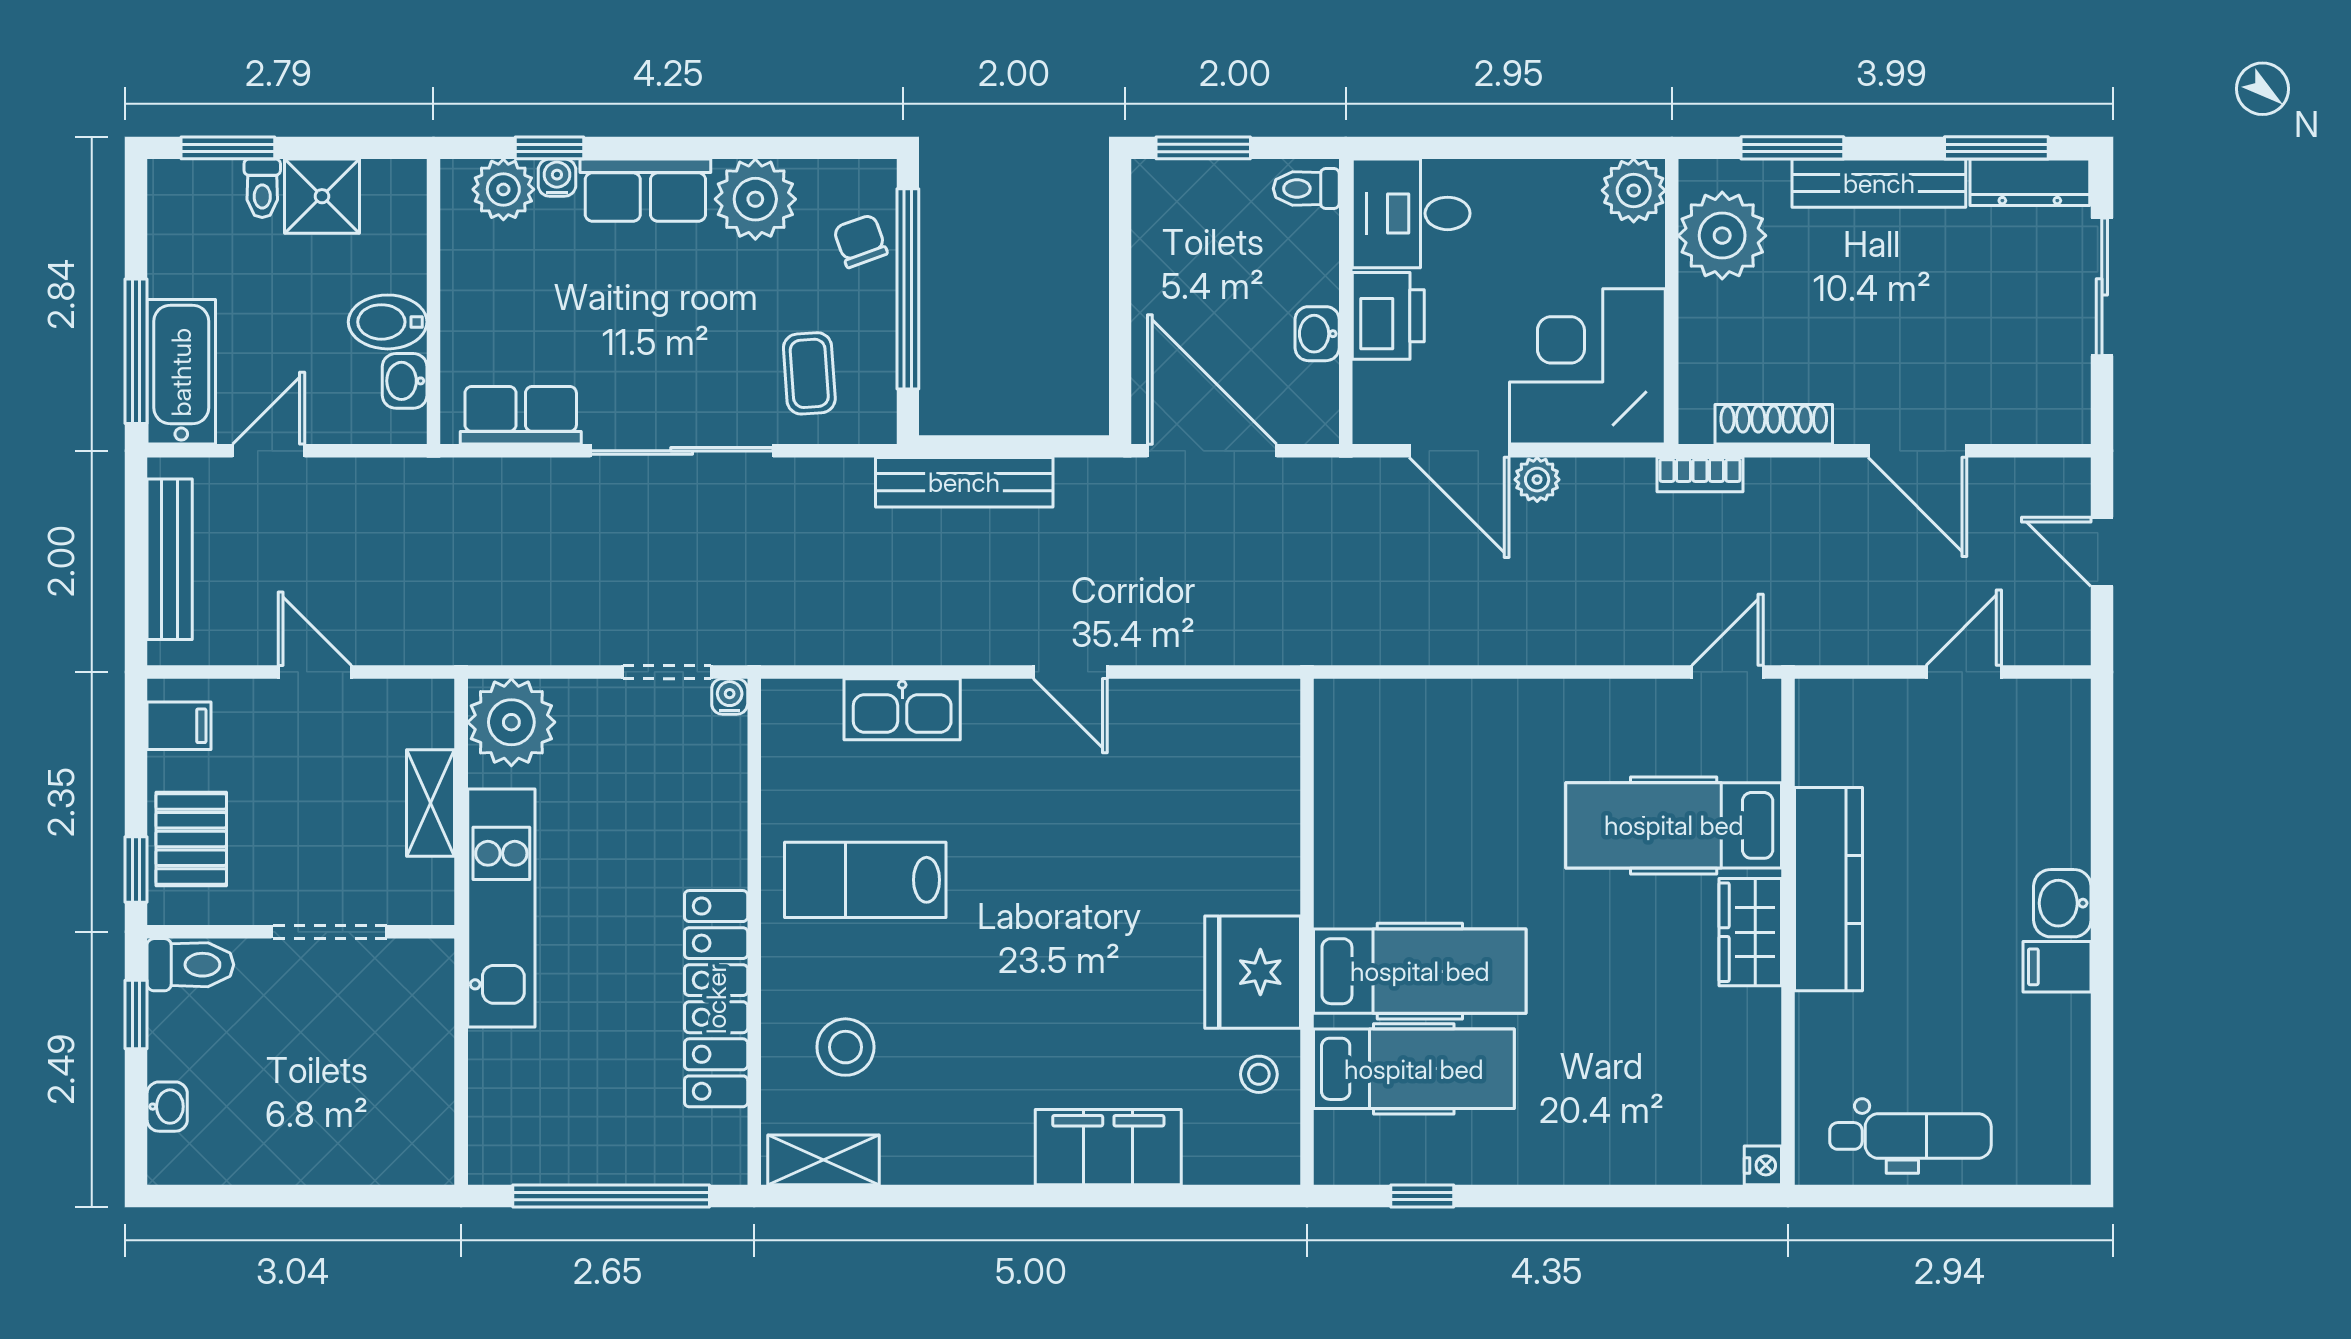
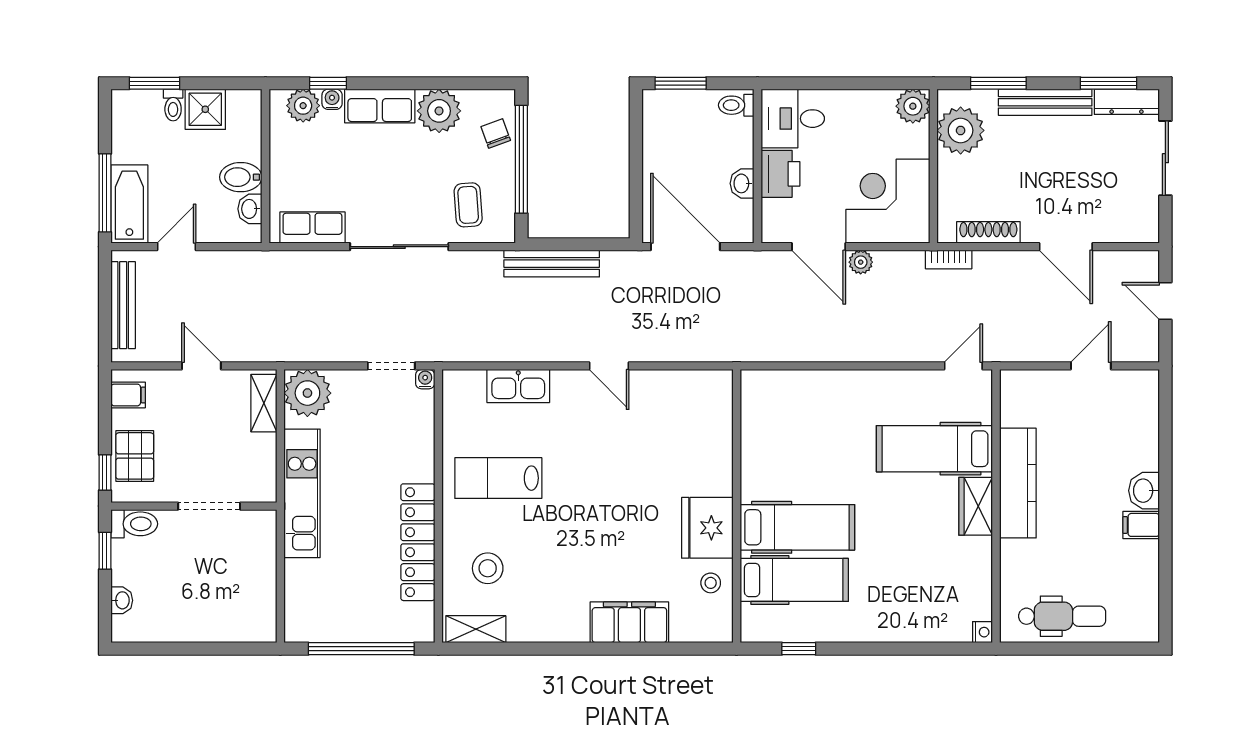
shelving: (431, 803) -> (264, 403), moved

